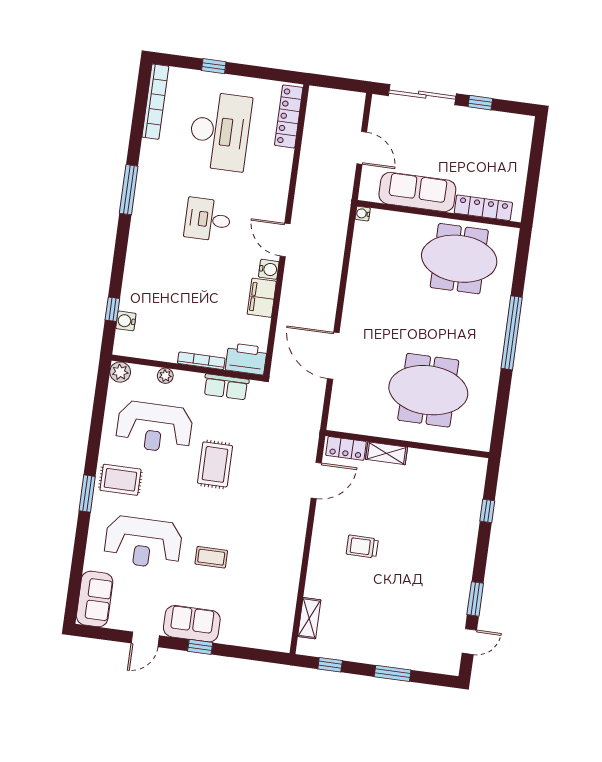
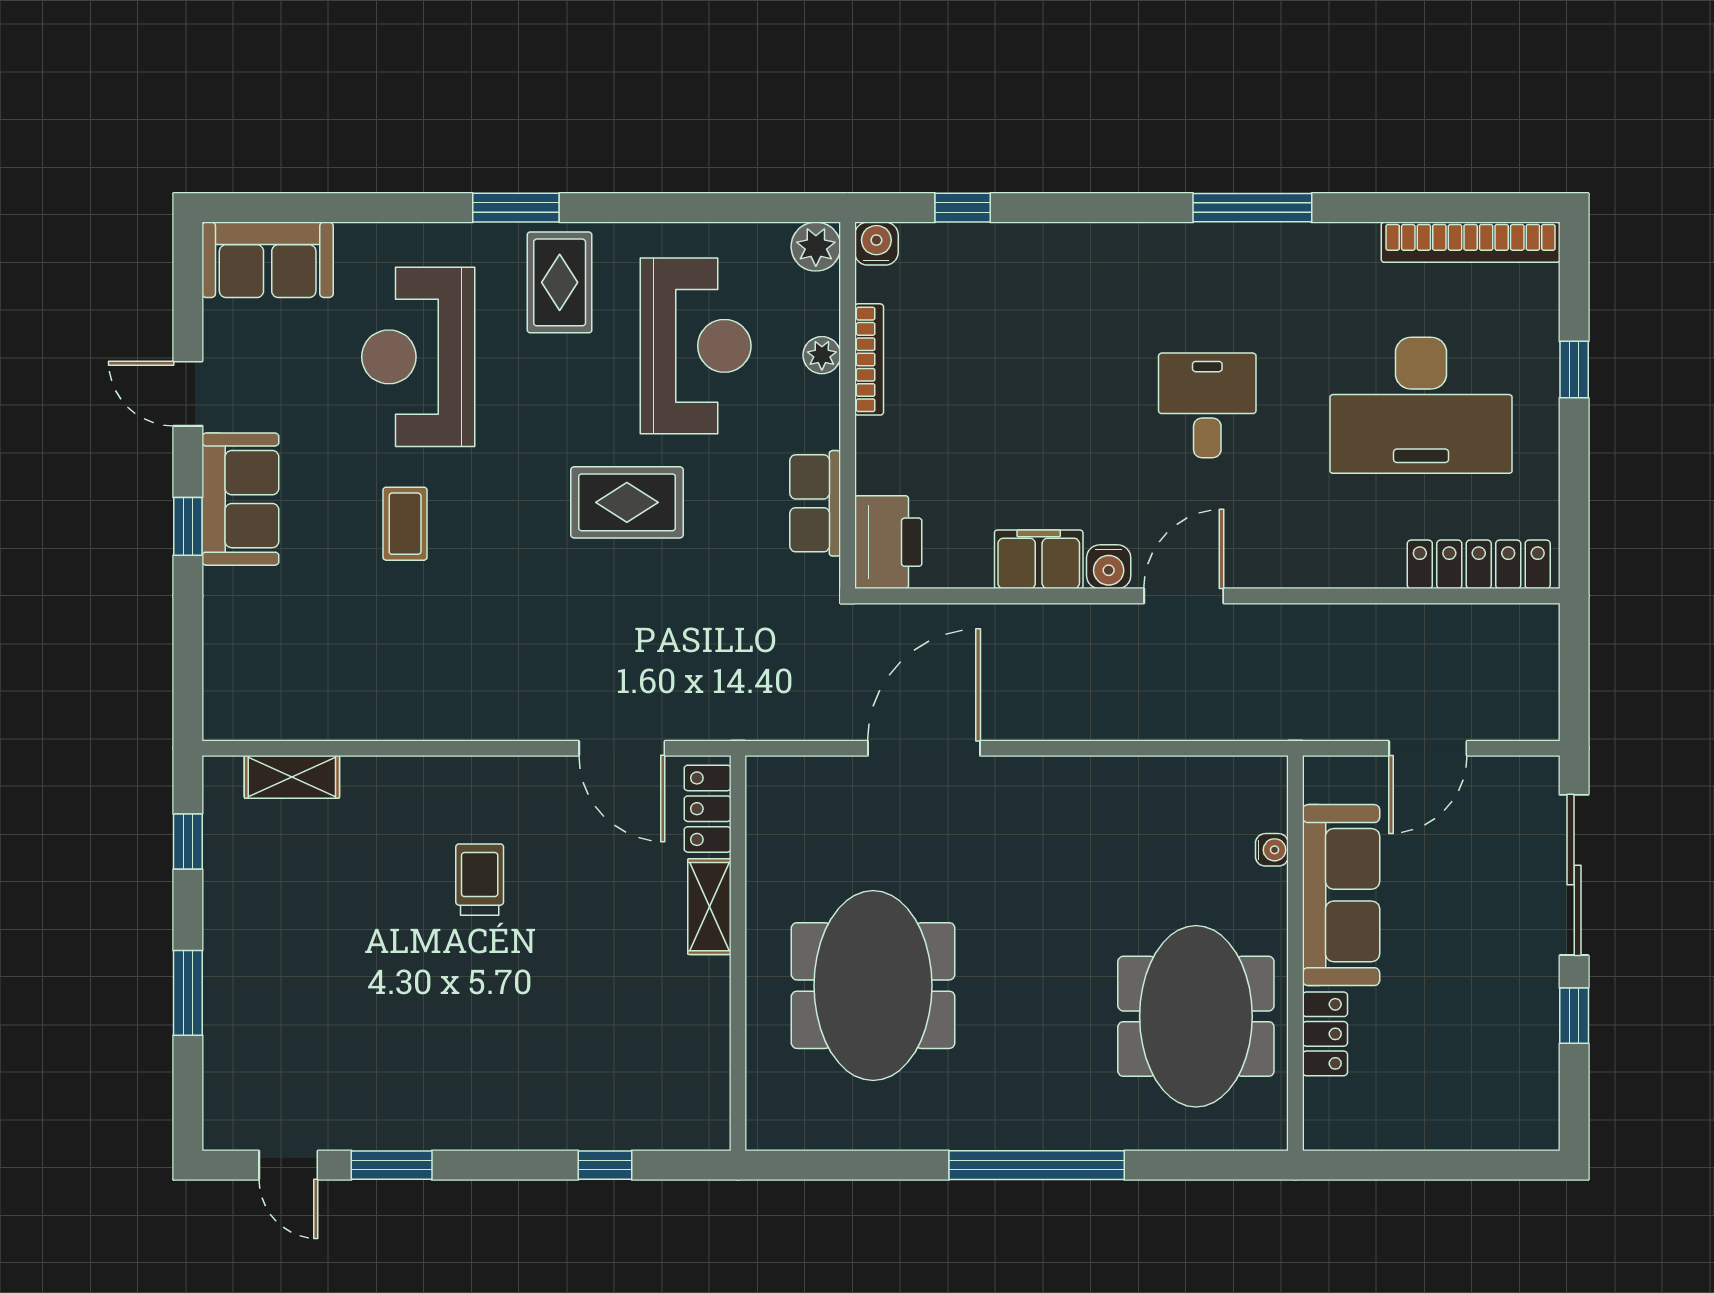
locker: (483, 208) -> (1325, 1034), width x0.66
water cooler: (363, 214) -> (1272, 850), moved, turned 90
water cooler: (126, 321) -> (876, 244), moved
bookcase: (201, 361) -> (869, 359), moved
reception desk: (154, 427) -> (696, 346), turned 180

